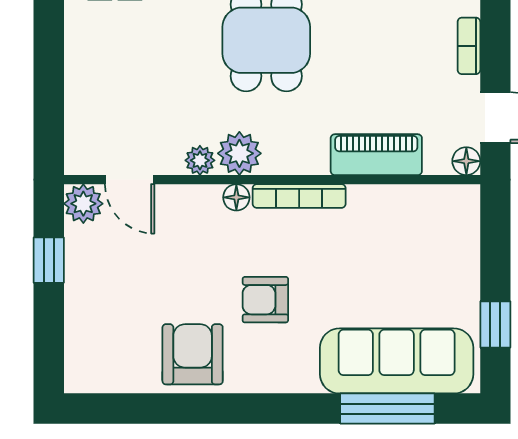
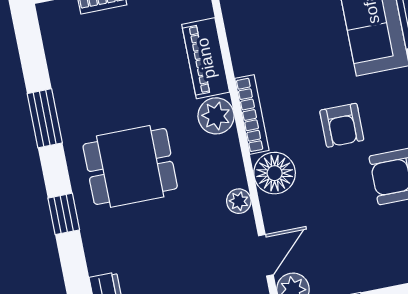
plant: (239, 153) -> (216, 116), moved
floor lamp: (236, 197) -> (275, 173), width x1.89, depth x1.89

